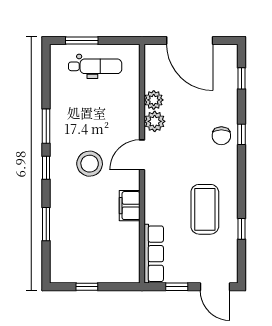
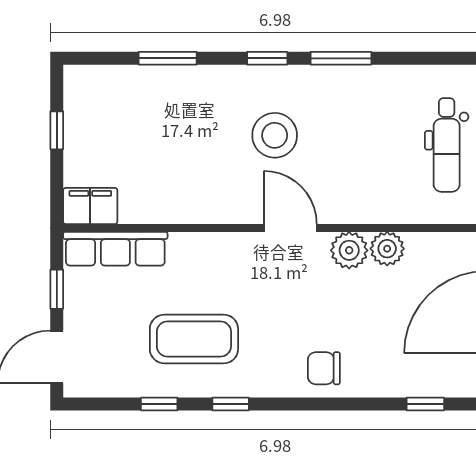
window: (242, 134) -> (231, 404), moved
filing cabinet: (130, 206) -> (90, 206), moved

